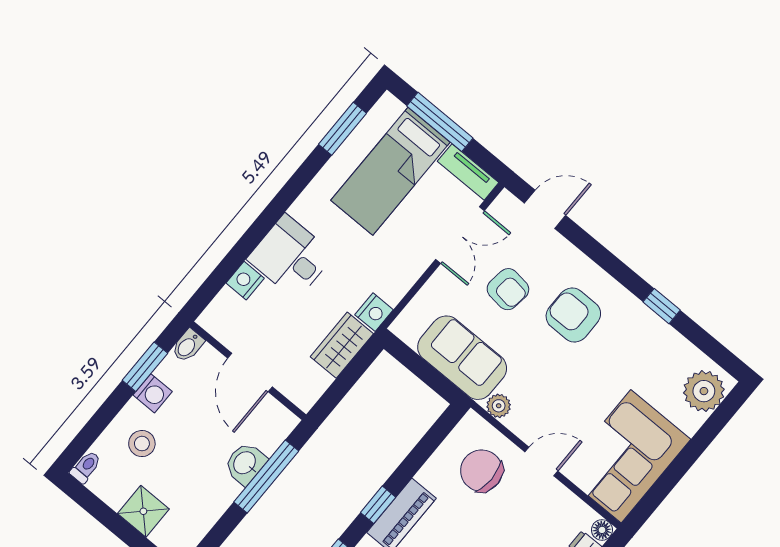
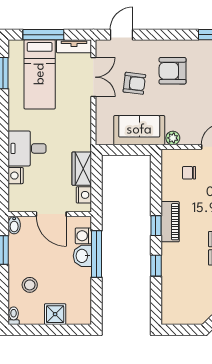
nightstand: (374, 312) -> (84, 195), moved
washing machine: (153, 393) -> (83, 236), moved, turned 180
chair: (482, 471) -> (189, 173), width x0.54, depth x0.54

